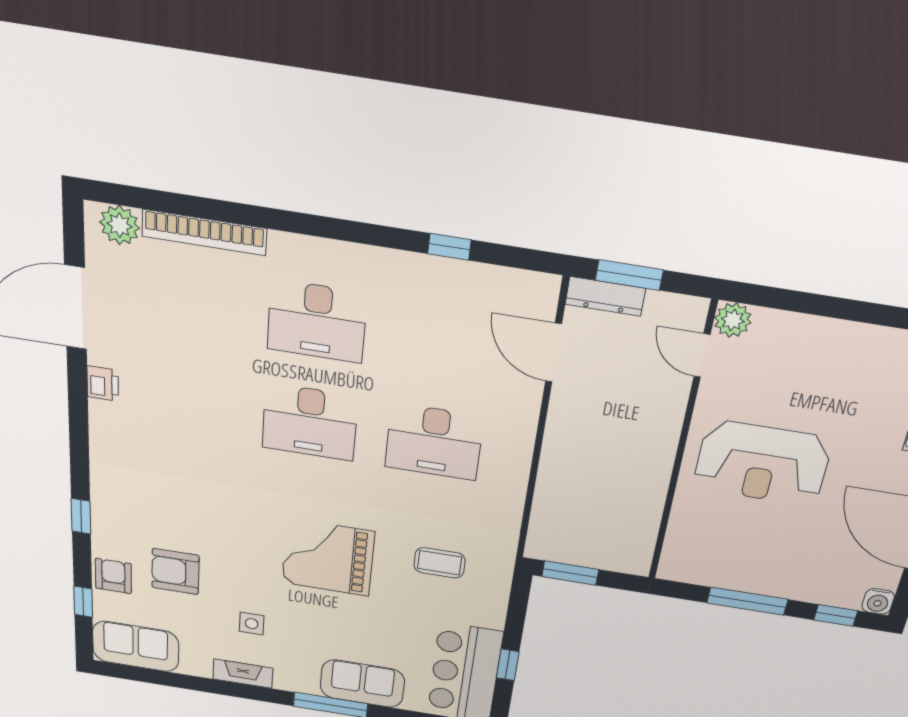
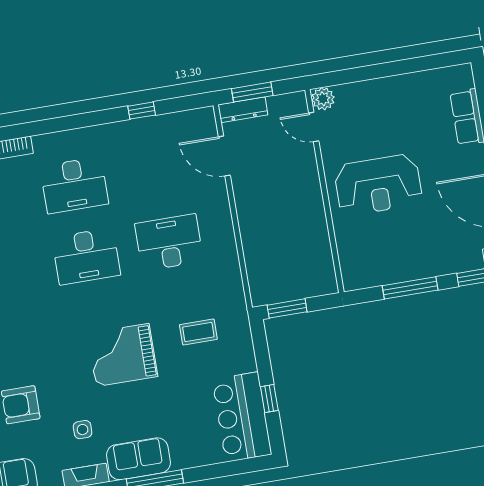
desk: (434, 442) -> (169, 242), turned 180
sofa: (362, 684) -> (138, 459), moved

